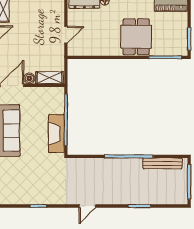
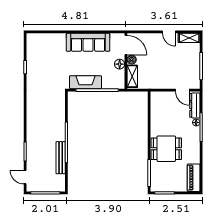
door: (66, 35) -> (182, 90), moved
floor lamp: (35, 93) -> (120, 64), added
bench: (163, 163) -> (61, 158), moved
door: (87, 206) -> (25, 177), moved

